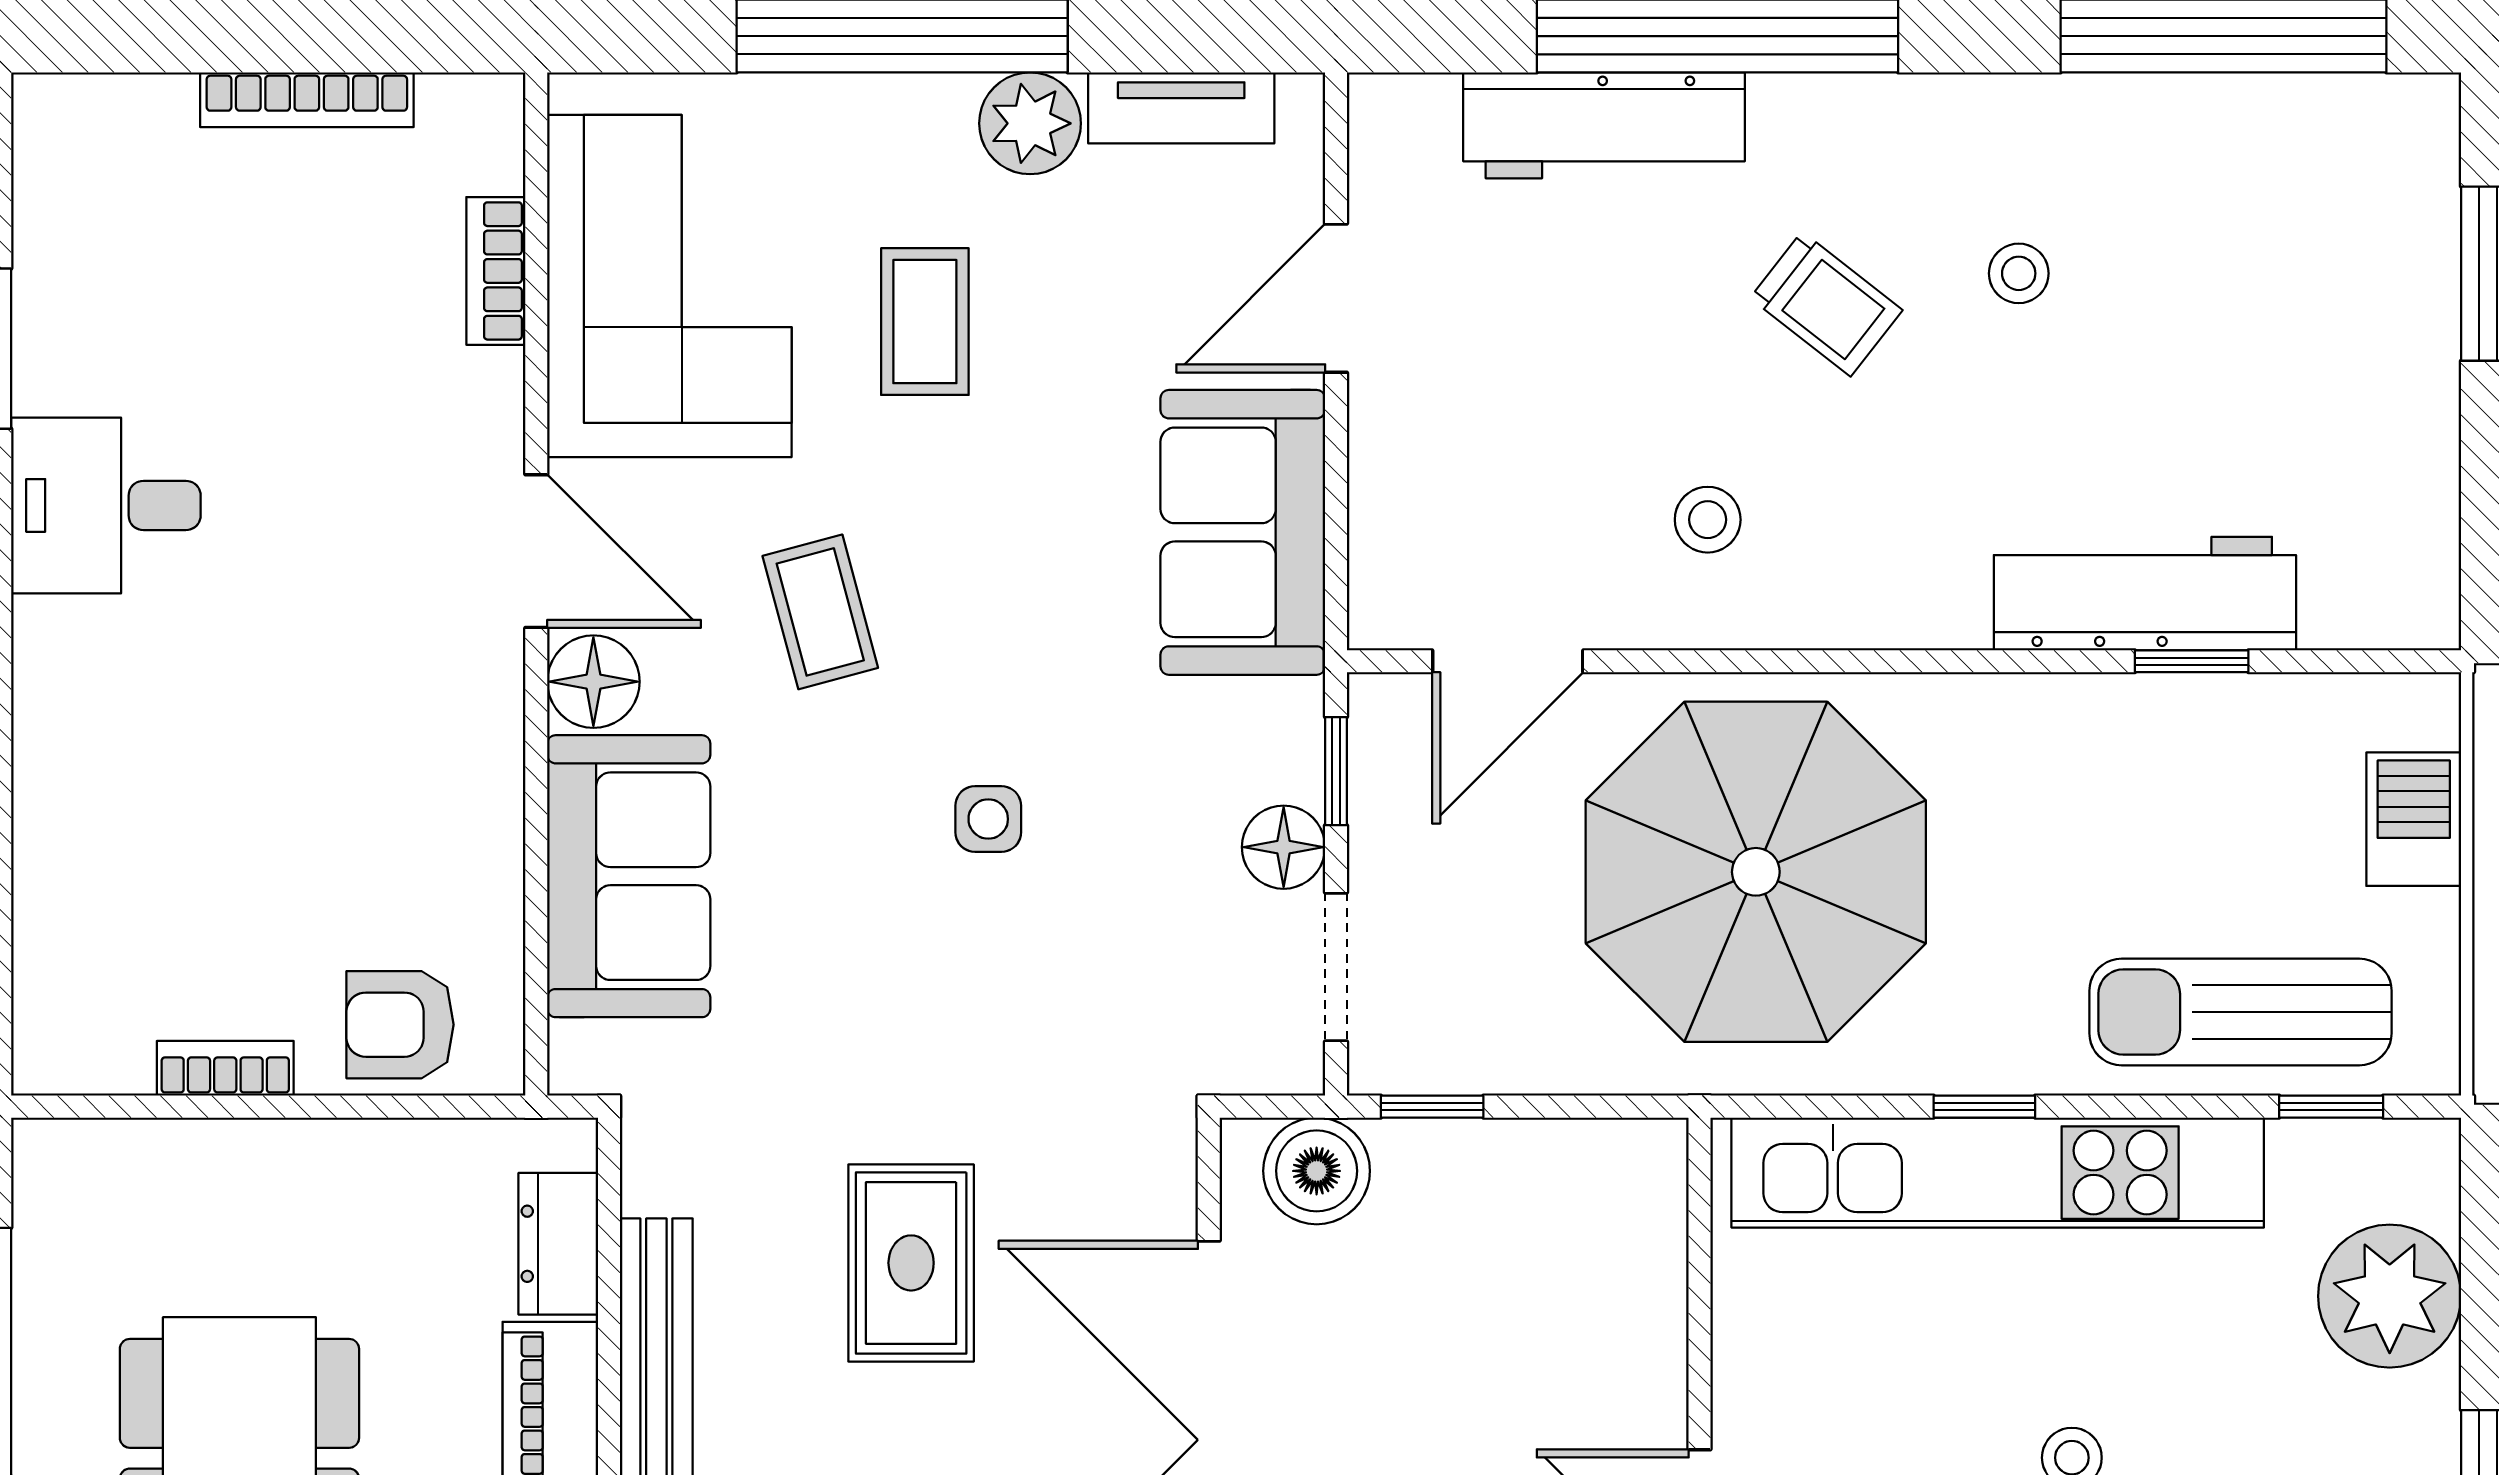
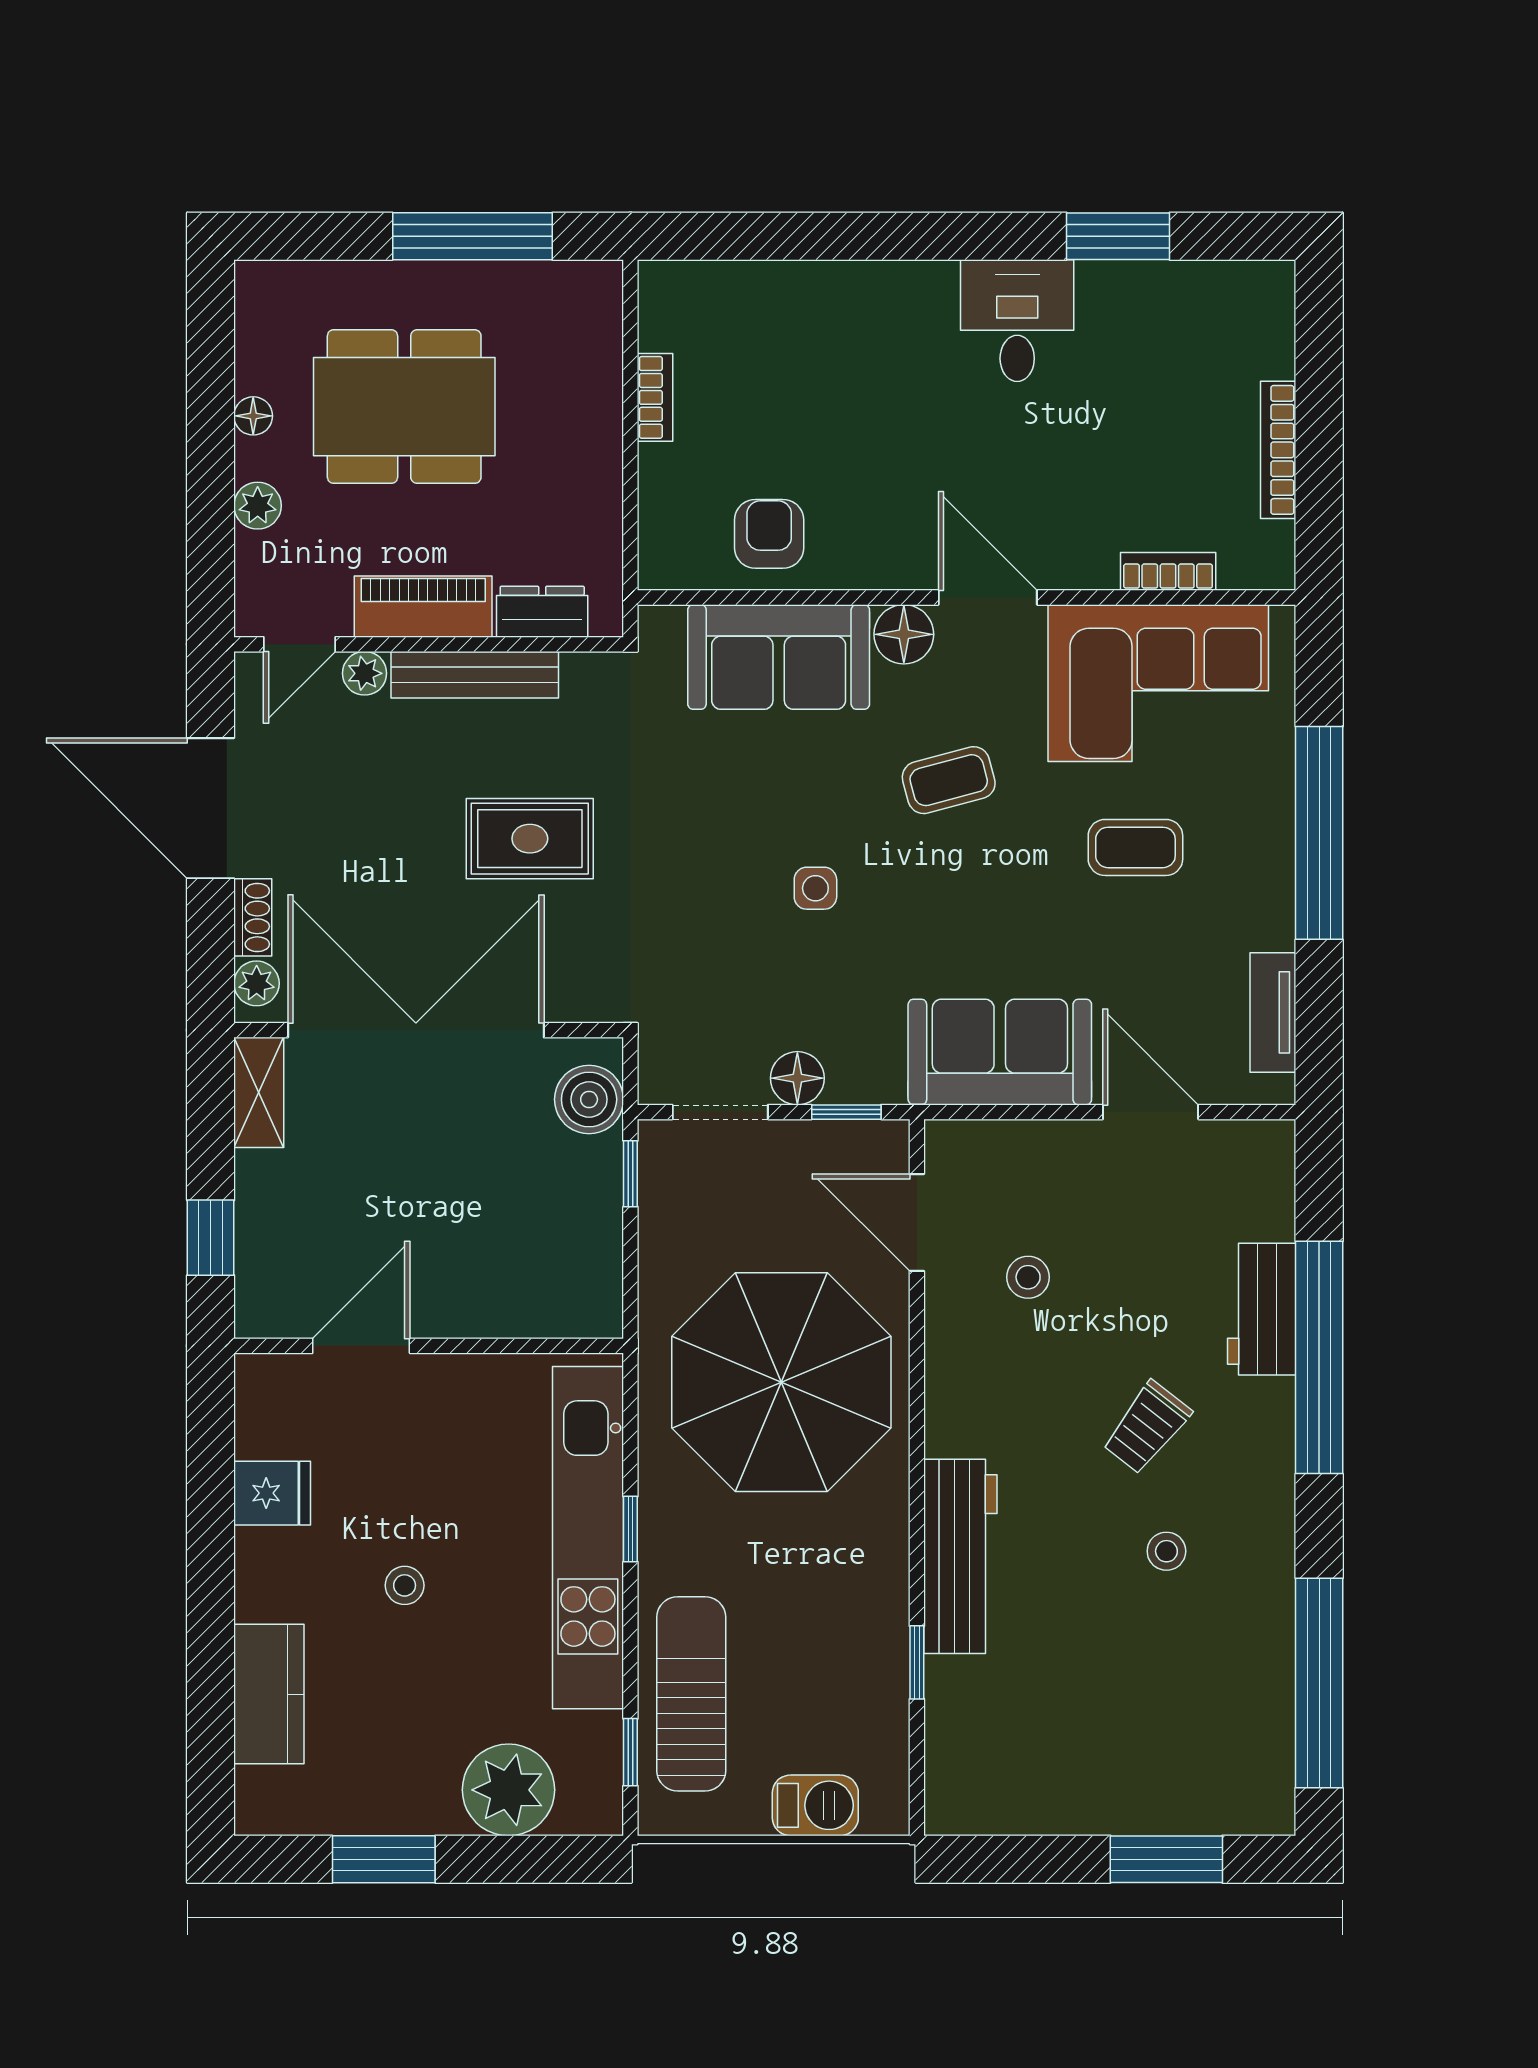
plant: (1030, 123) -> (1263, 915), removed
workbench: (1604, 125) -> (1262, 1309), width x0.73
stool: (1708, 520) -> (1028, 1277), moved
door: (536, 551) -> (988, 598), swing flipped
workbench: (2145, 594) -> (960, 1556), moved
armchair: (400, 1025) -> (769, 534), moved

